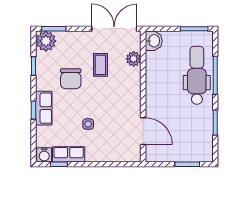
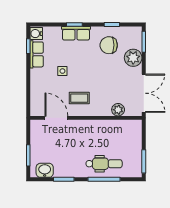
plant: (46, 41) -> (133, 58), moved
washbasin: (154, 41) -> (45, 170), moved, turned 180
coffee table: (100, 65) -> (79, 98), moved
dental chair: (197, 75) -> (104, 164), width x0.73, depth x0.72
chair: (71, 79) -> (109, 45), moved
door: (143, 131) -> (56, 118), swing flipped

